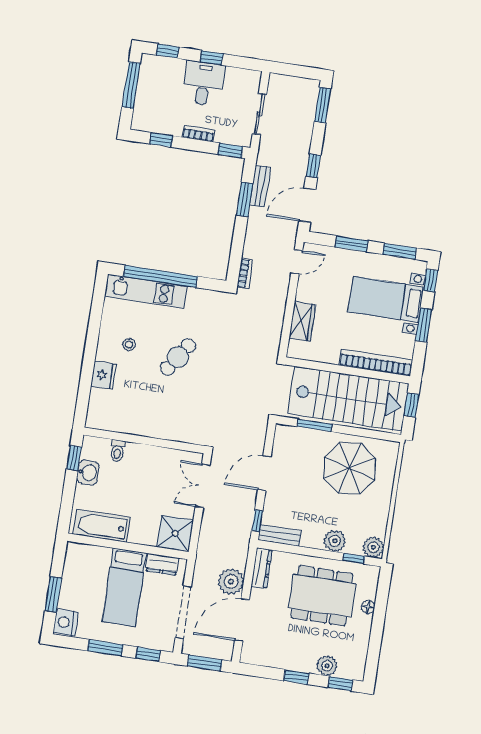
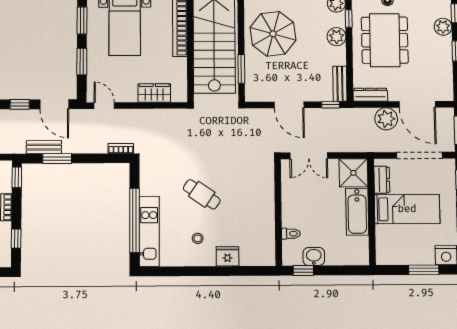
bathtub: (102, 526) -> (357, 212), moved

